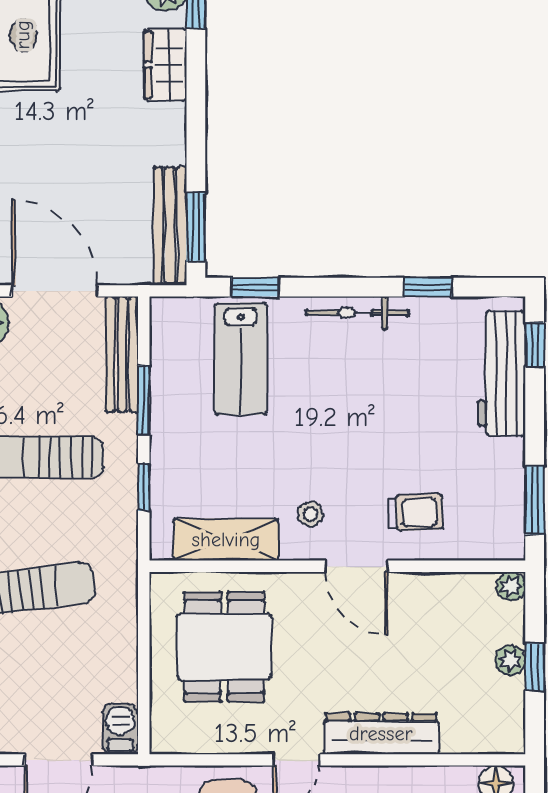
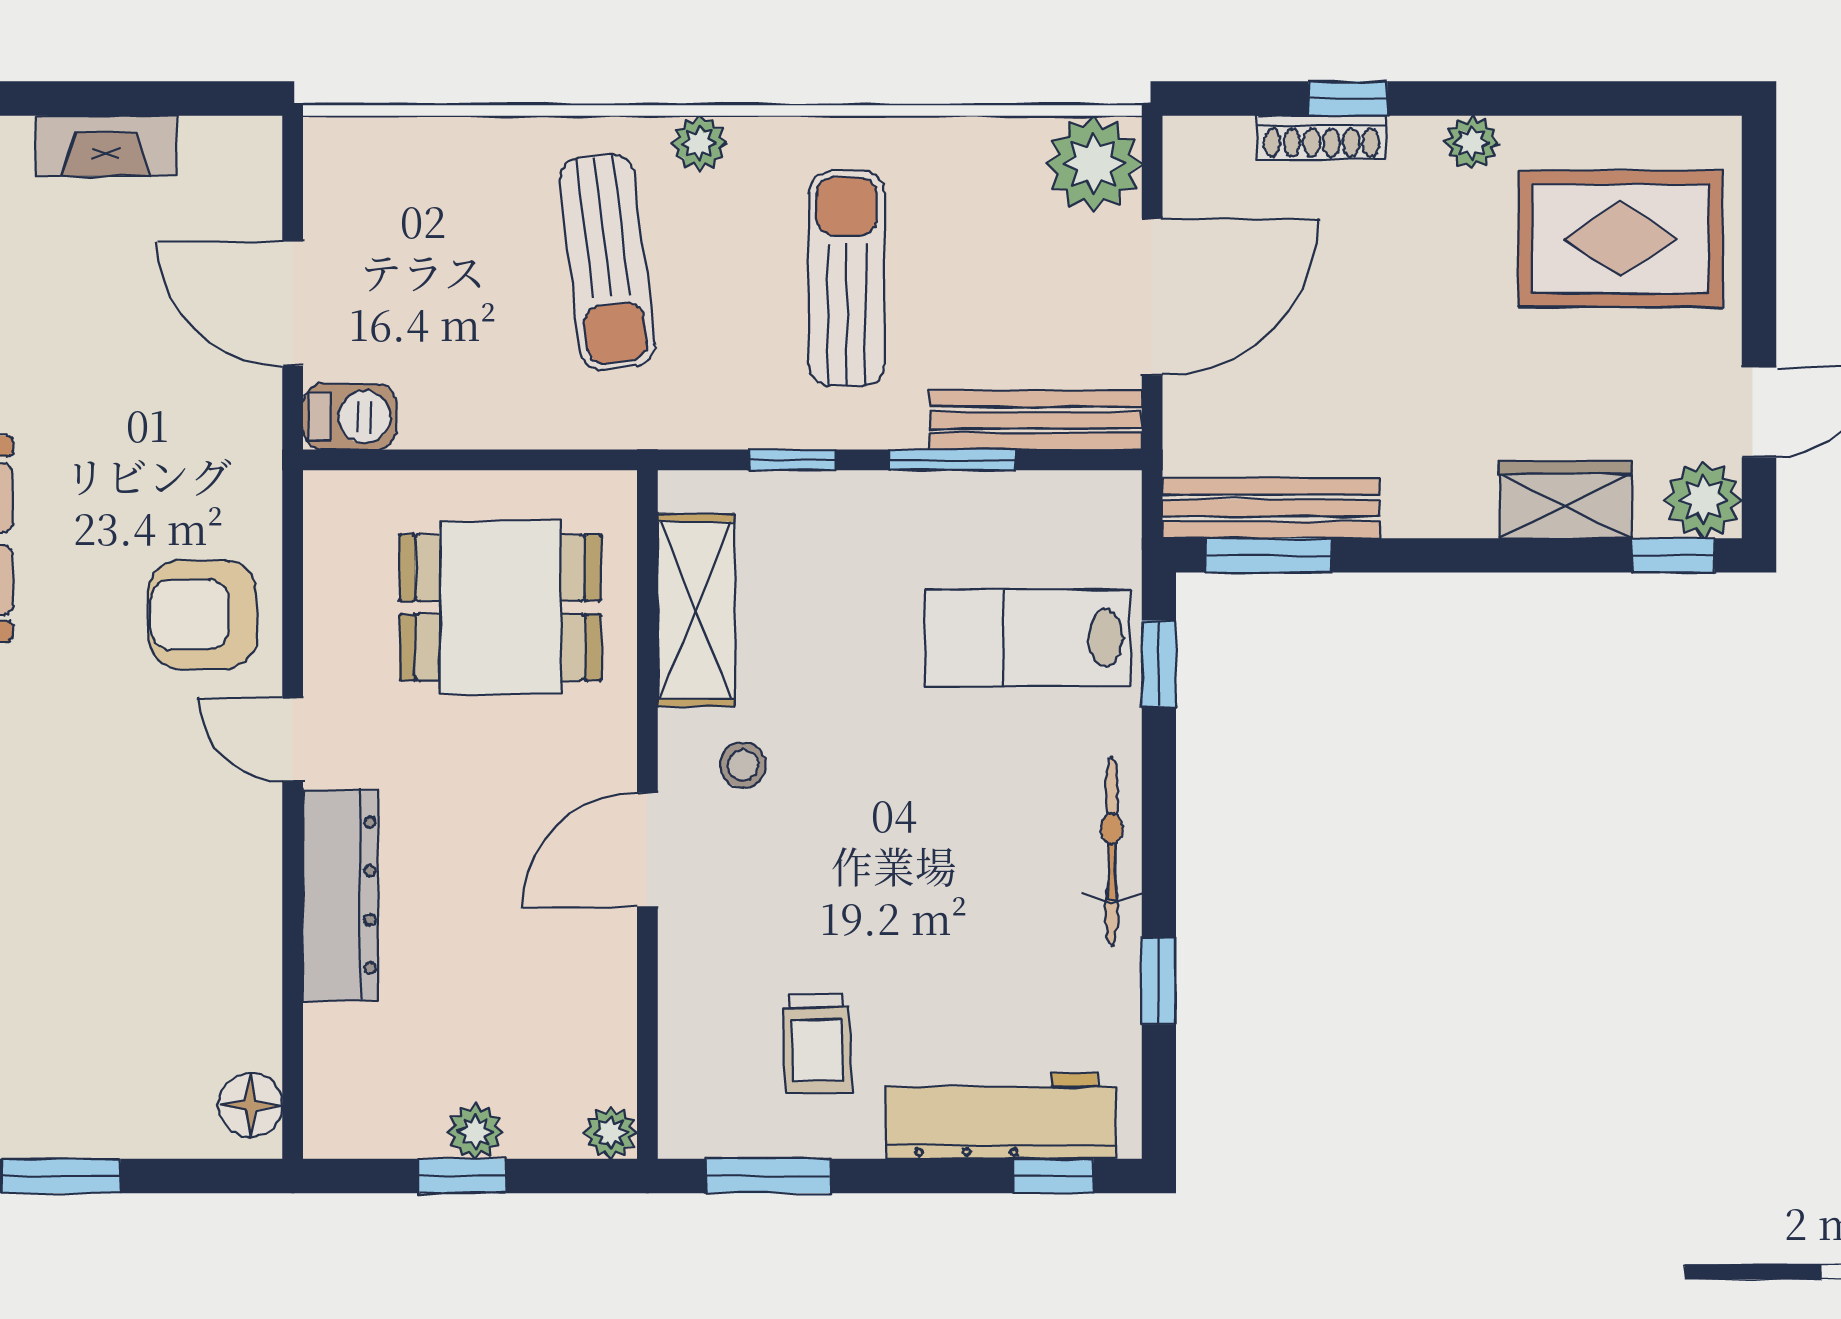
trolley: (416, 512) -> (817, 1043), moved

